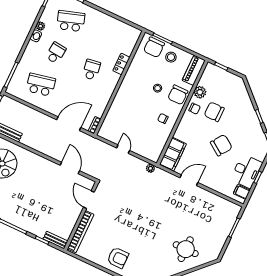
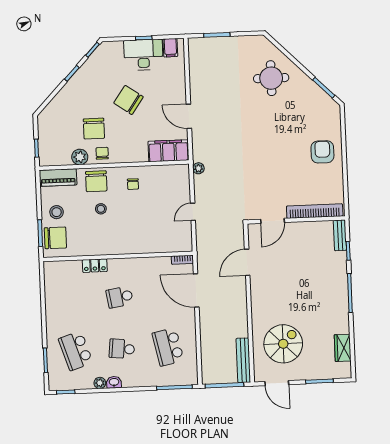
chair: (178, 95) -> (96, 181), turned 90

